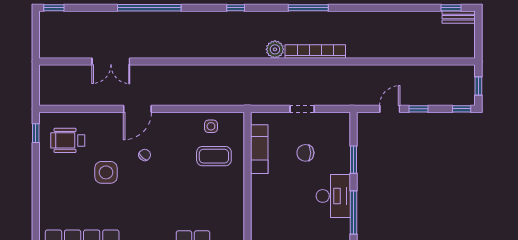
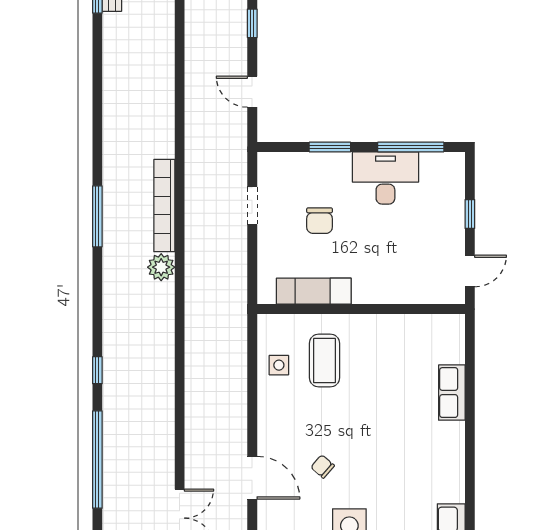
window: (236, 8) -> (97, 370), moved
doorway: (302, 109) -> (252, 206), moved
window: (419, 109) -> (252, 23), moved

